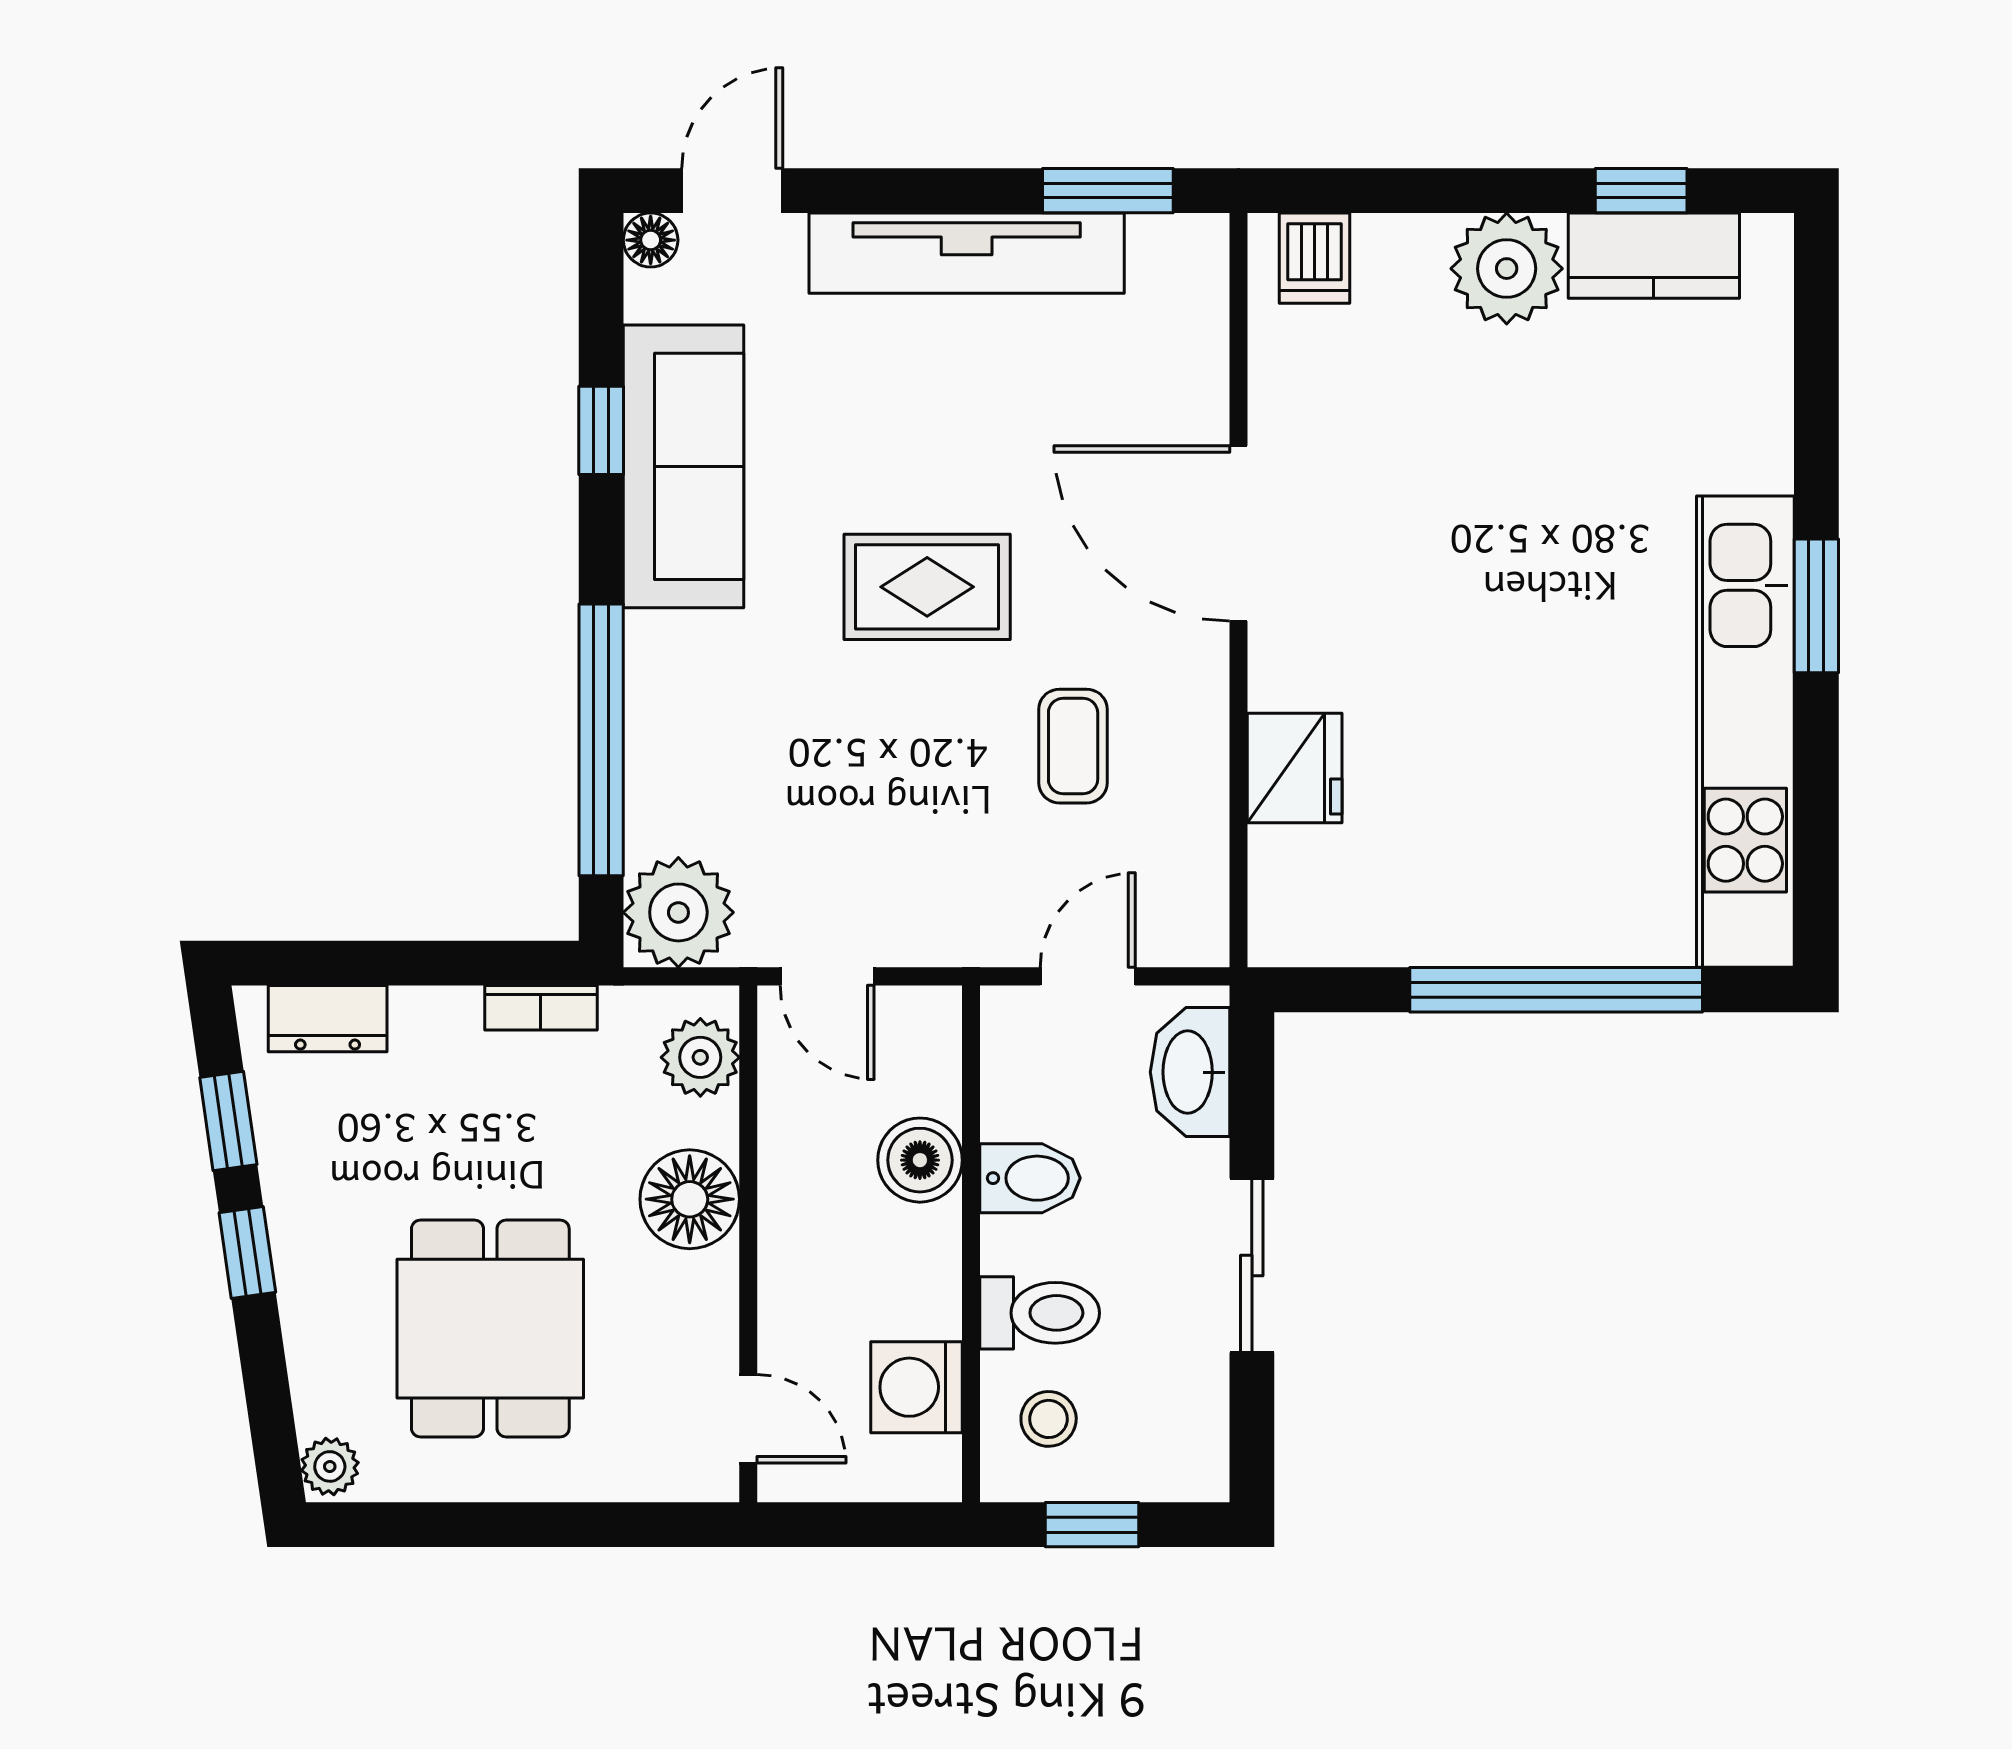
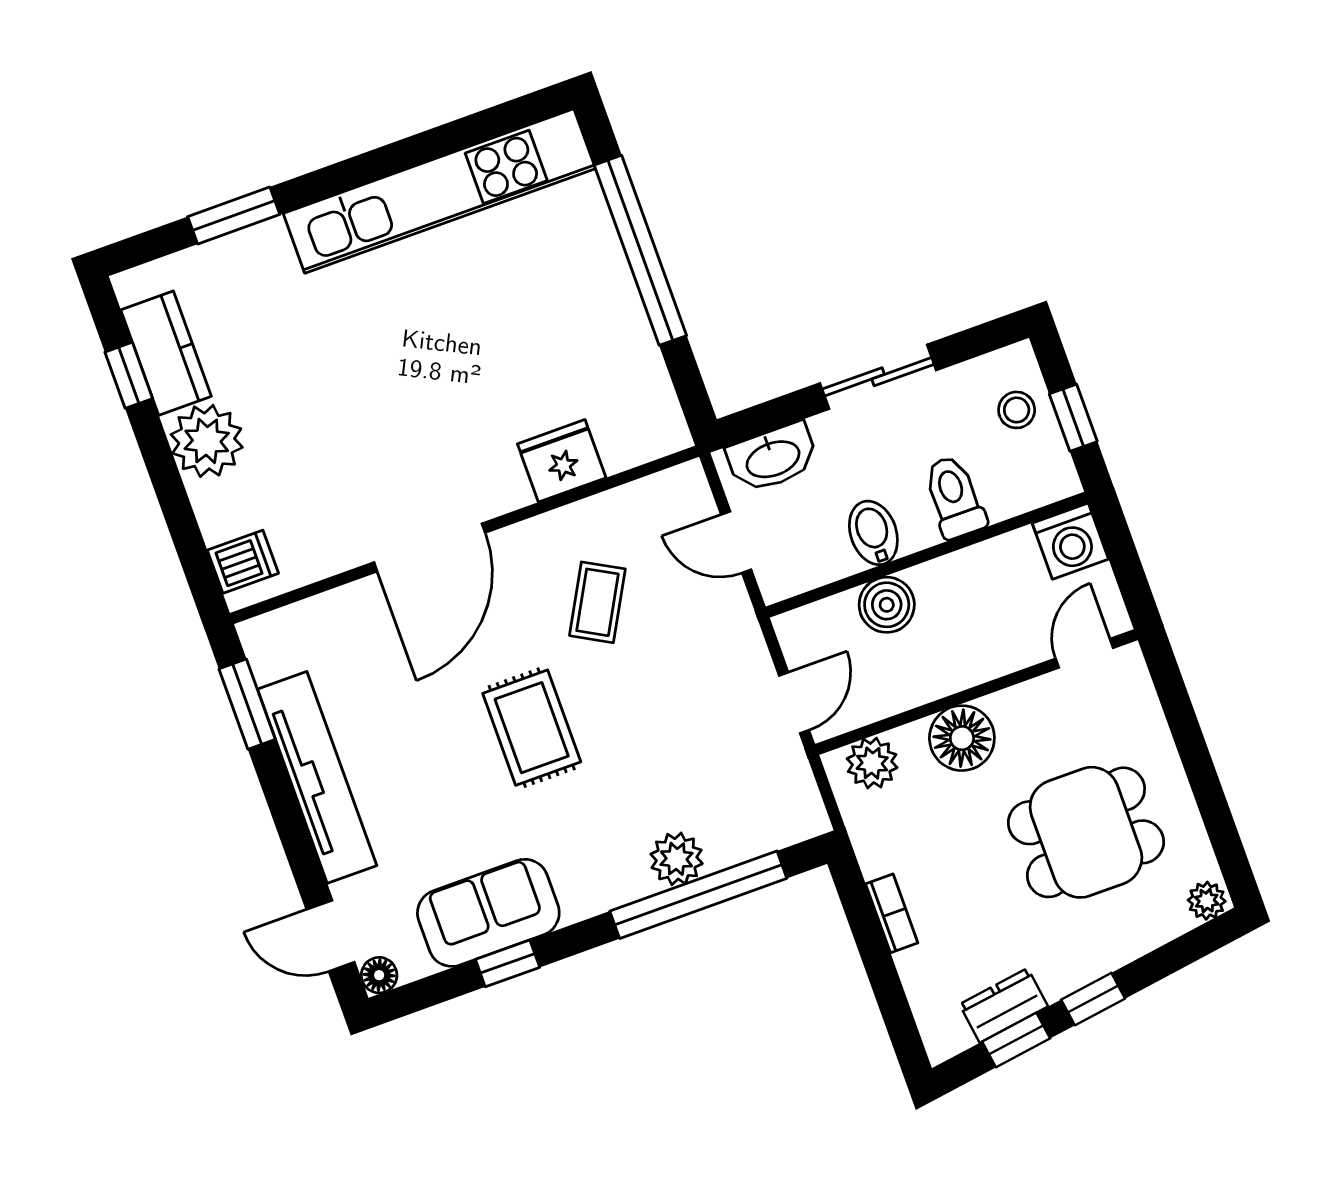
sofa: (684, 466) -> (488, 913), width x0.73
window: (1816, 606) -> (234, 215), moved
coffee table: (1073, 746) -> (597, 602), turned -61
plant: (678, 912) -> (677, 859), moved, width x0.73, depth x0.73
bookcase: (541, 1008) -> (892, 913), moved
dresser: (328, 1019) -> (1004, 1005), moved, turned -98
washing machine: (917, 1387) -> (1070, 541), moved
stool: (1049, 1419) -> (1017, 410), moved

